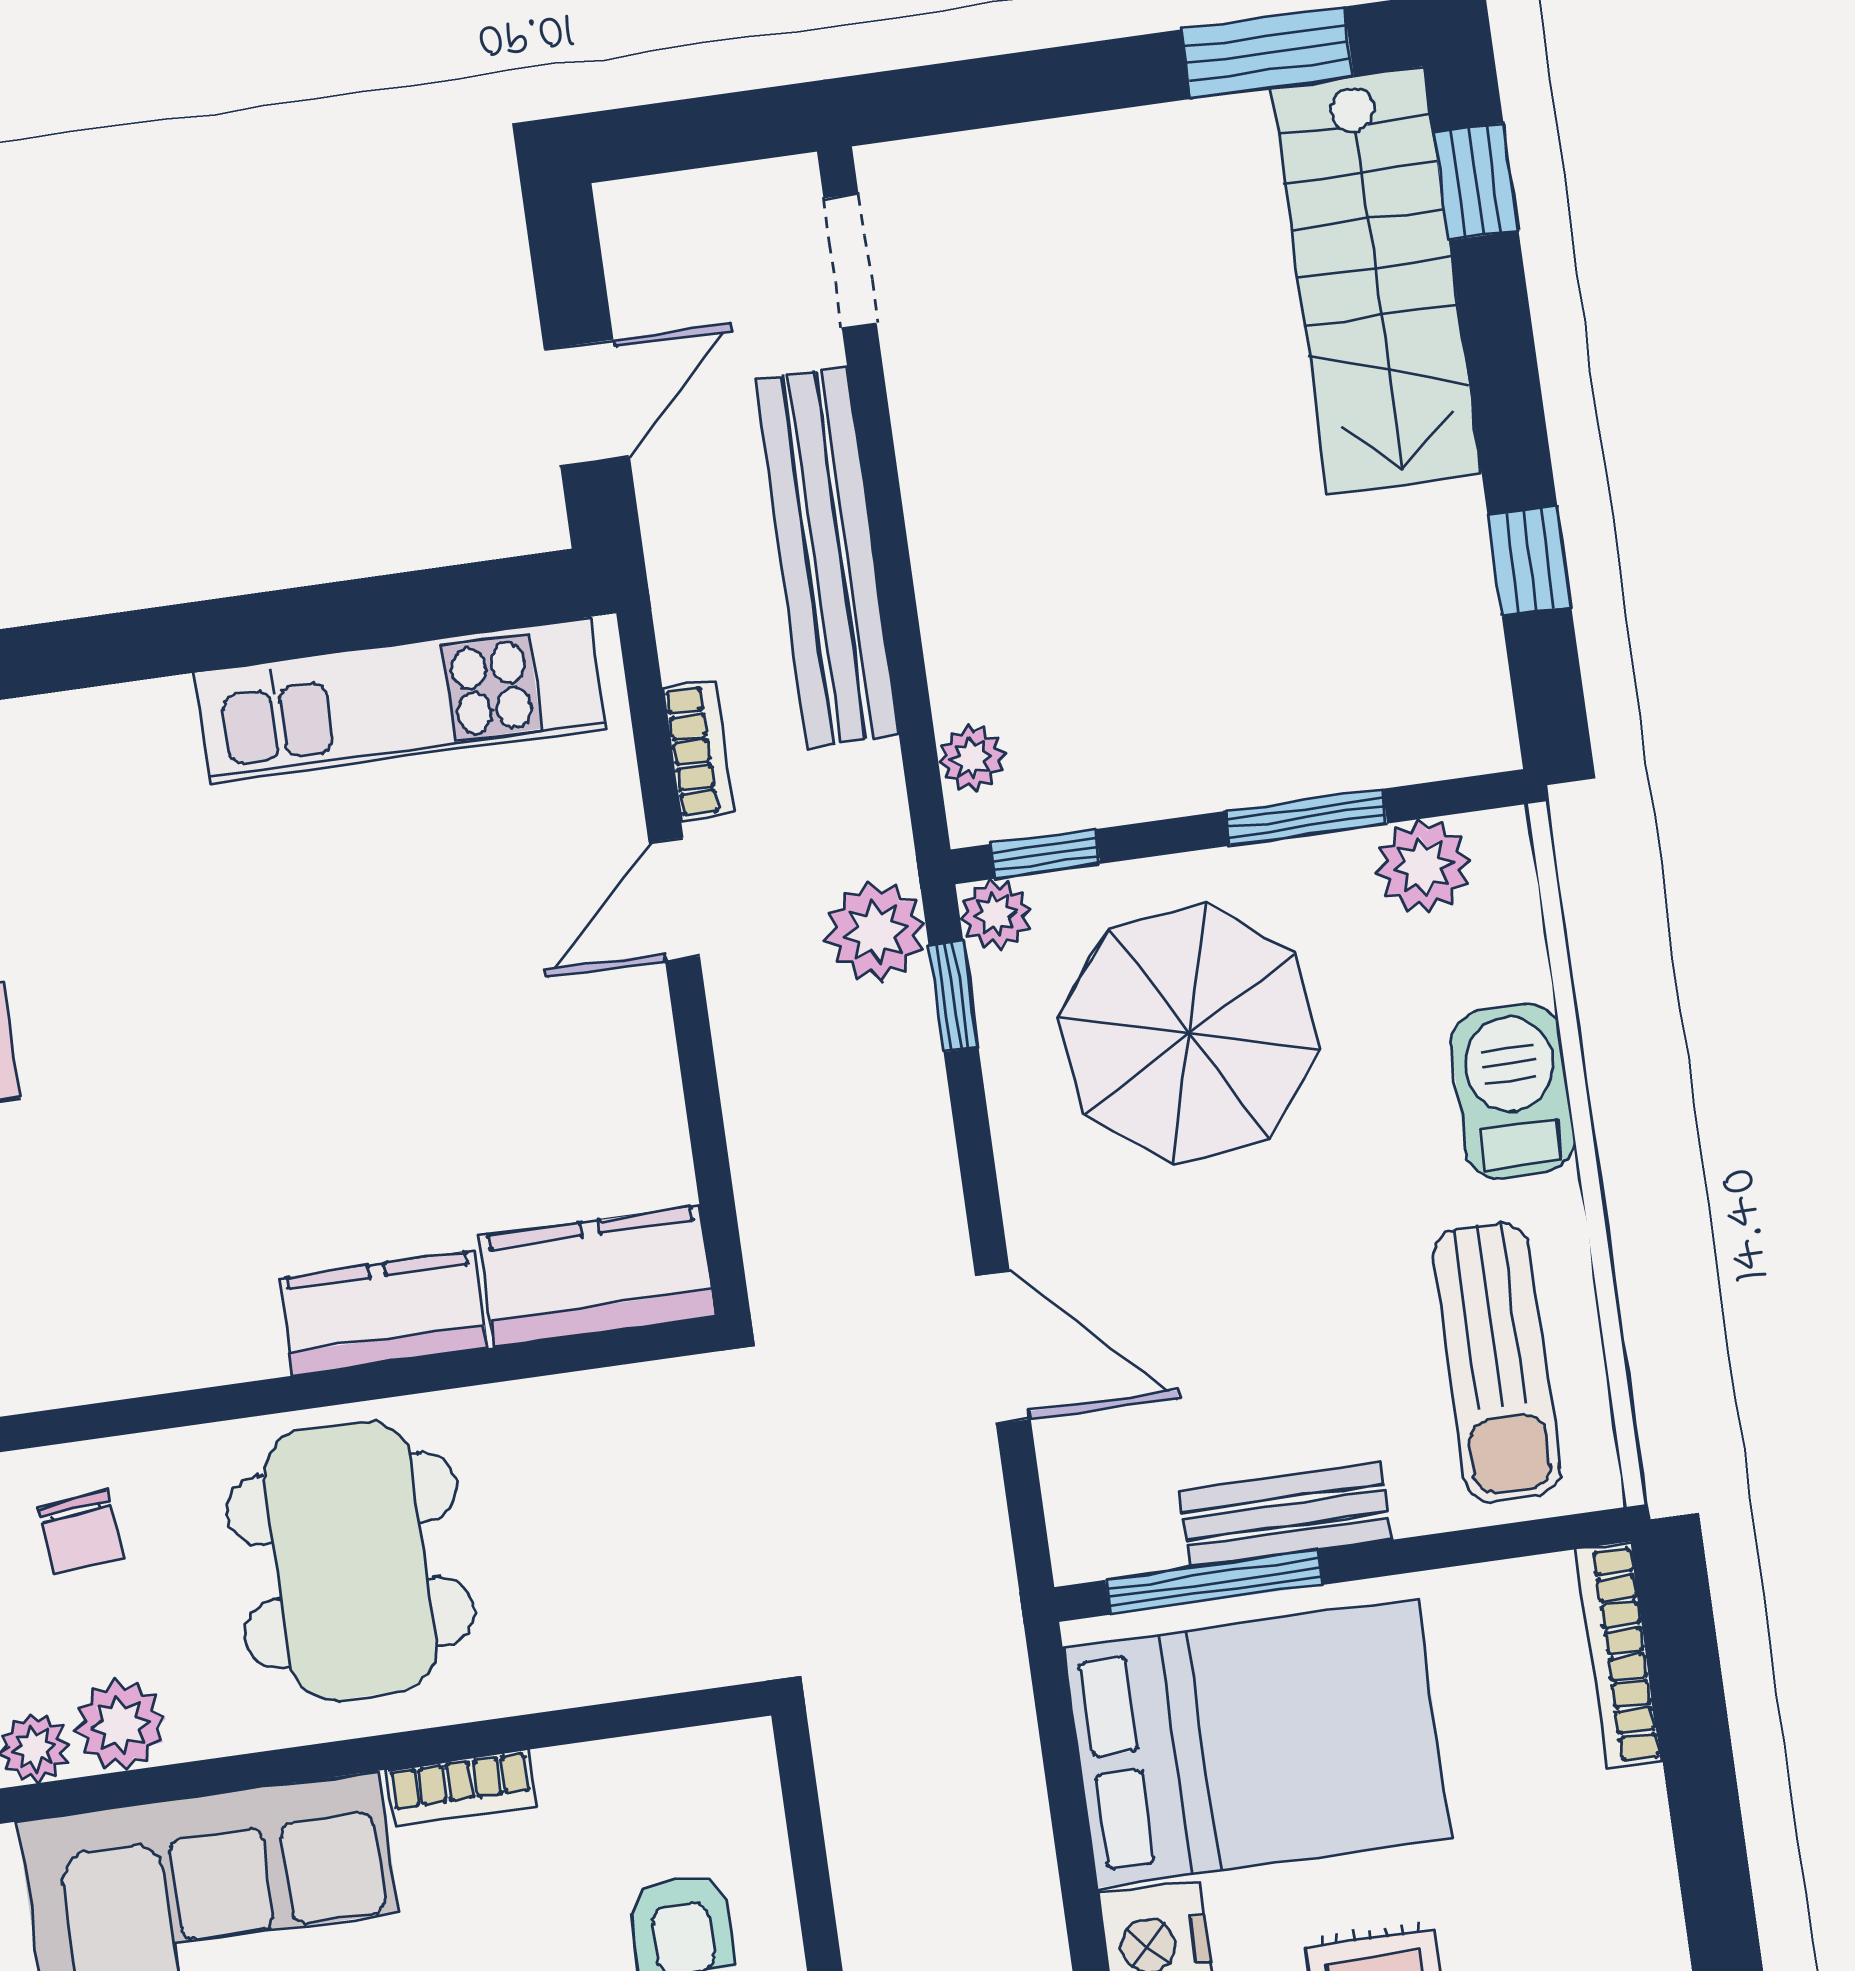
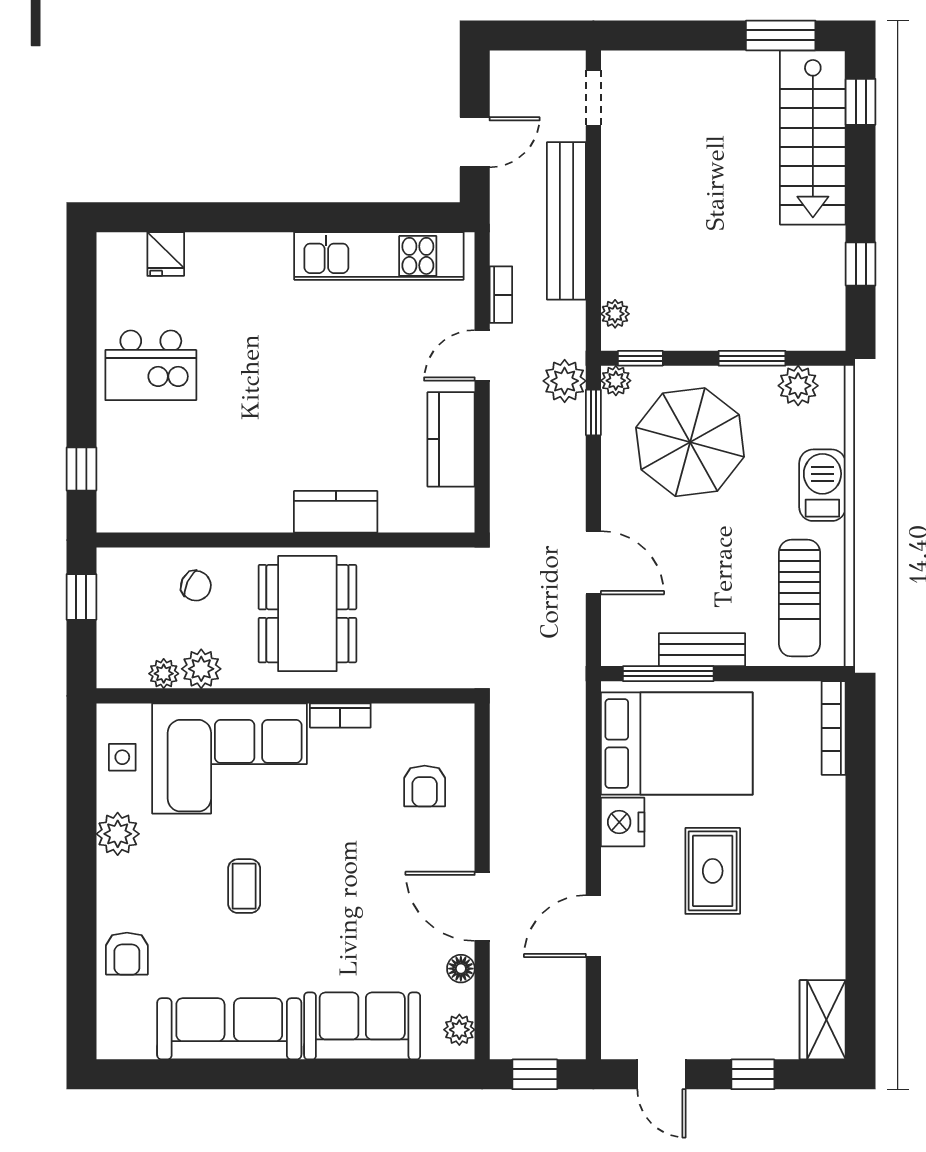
kitchen counter: (597, 1277) -> (451, 439), moved, turned -90
chair: (81, 1532) -> (196, 586), turned -59

